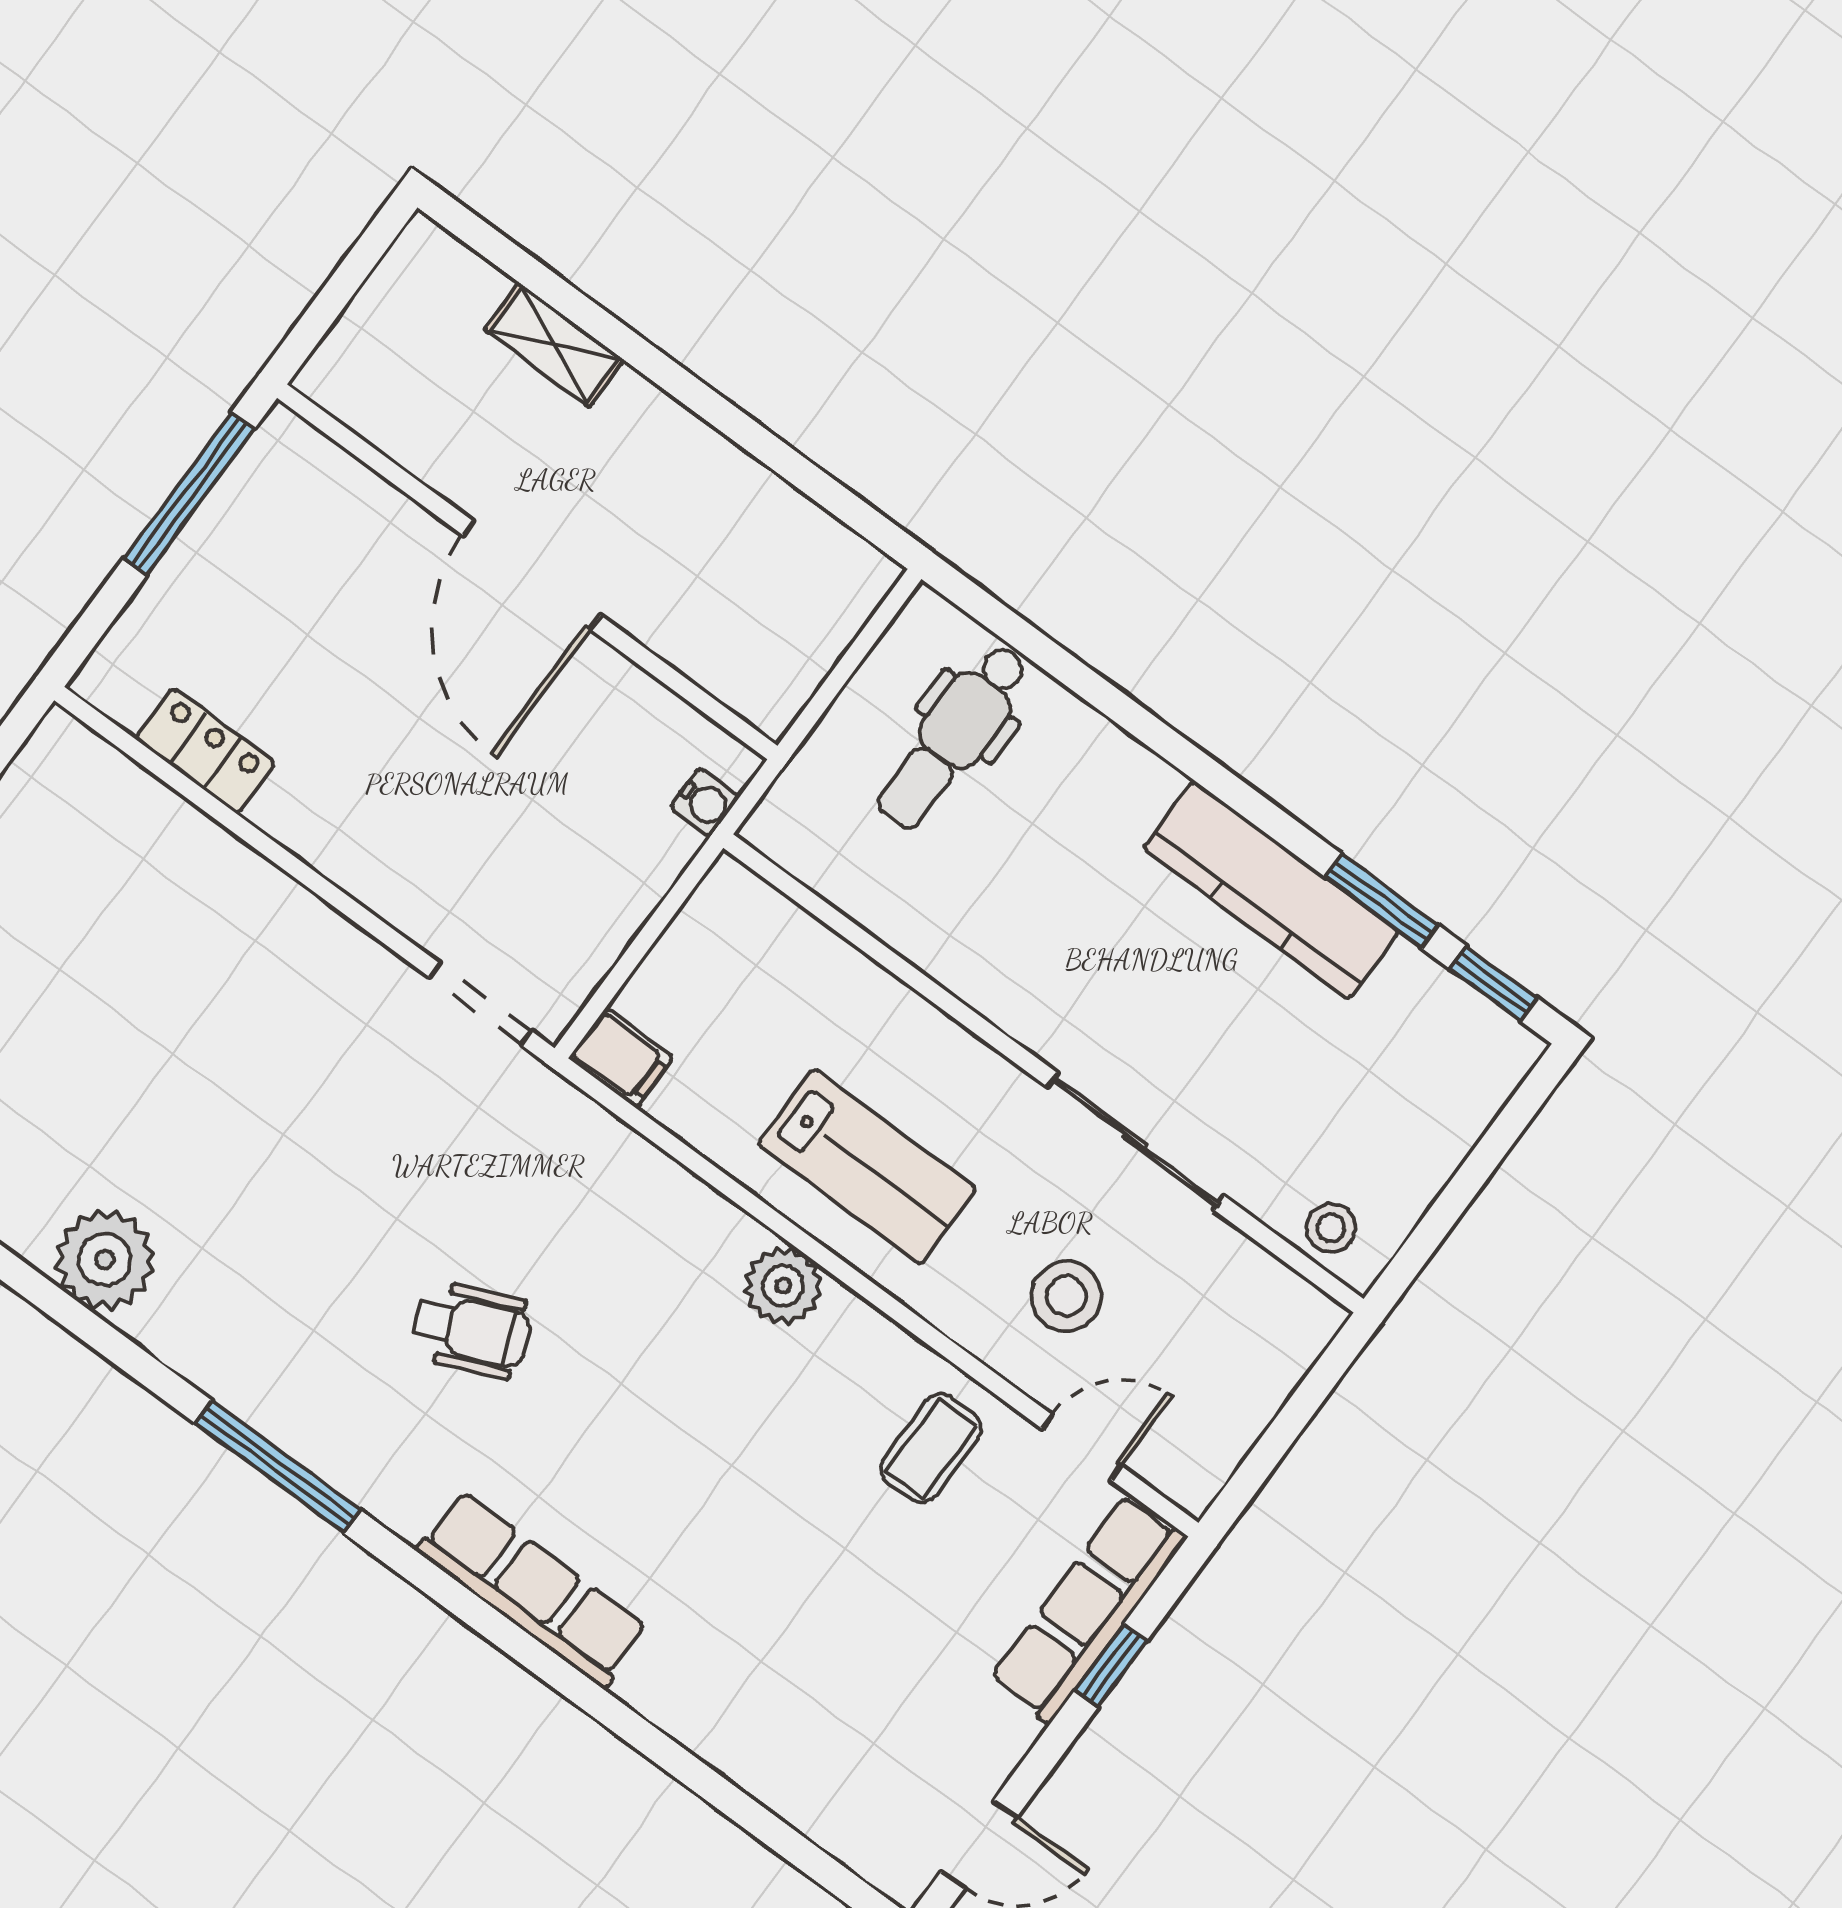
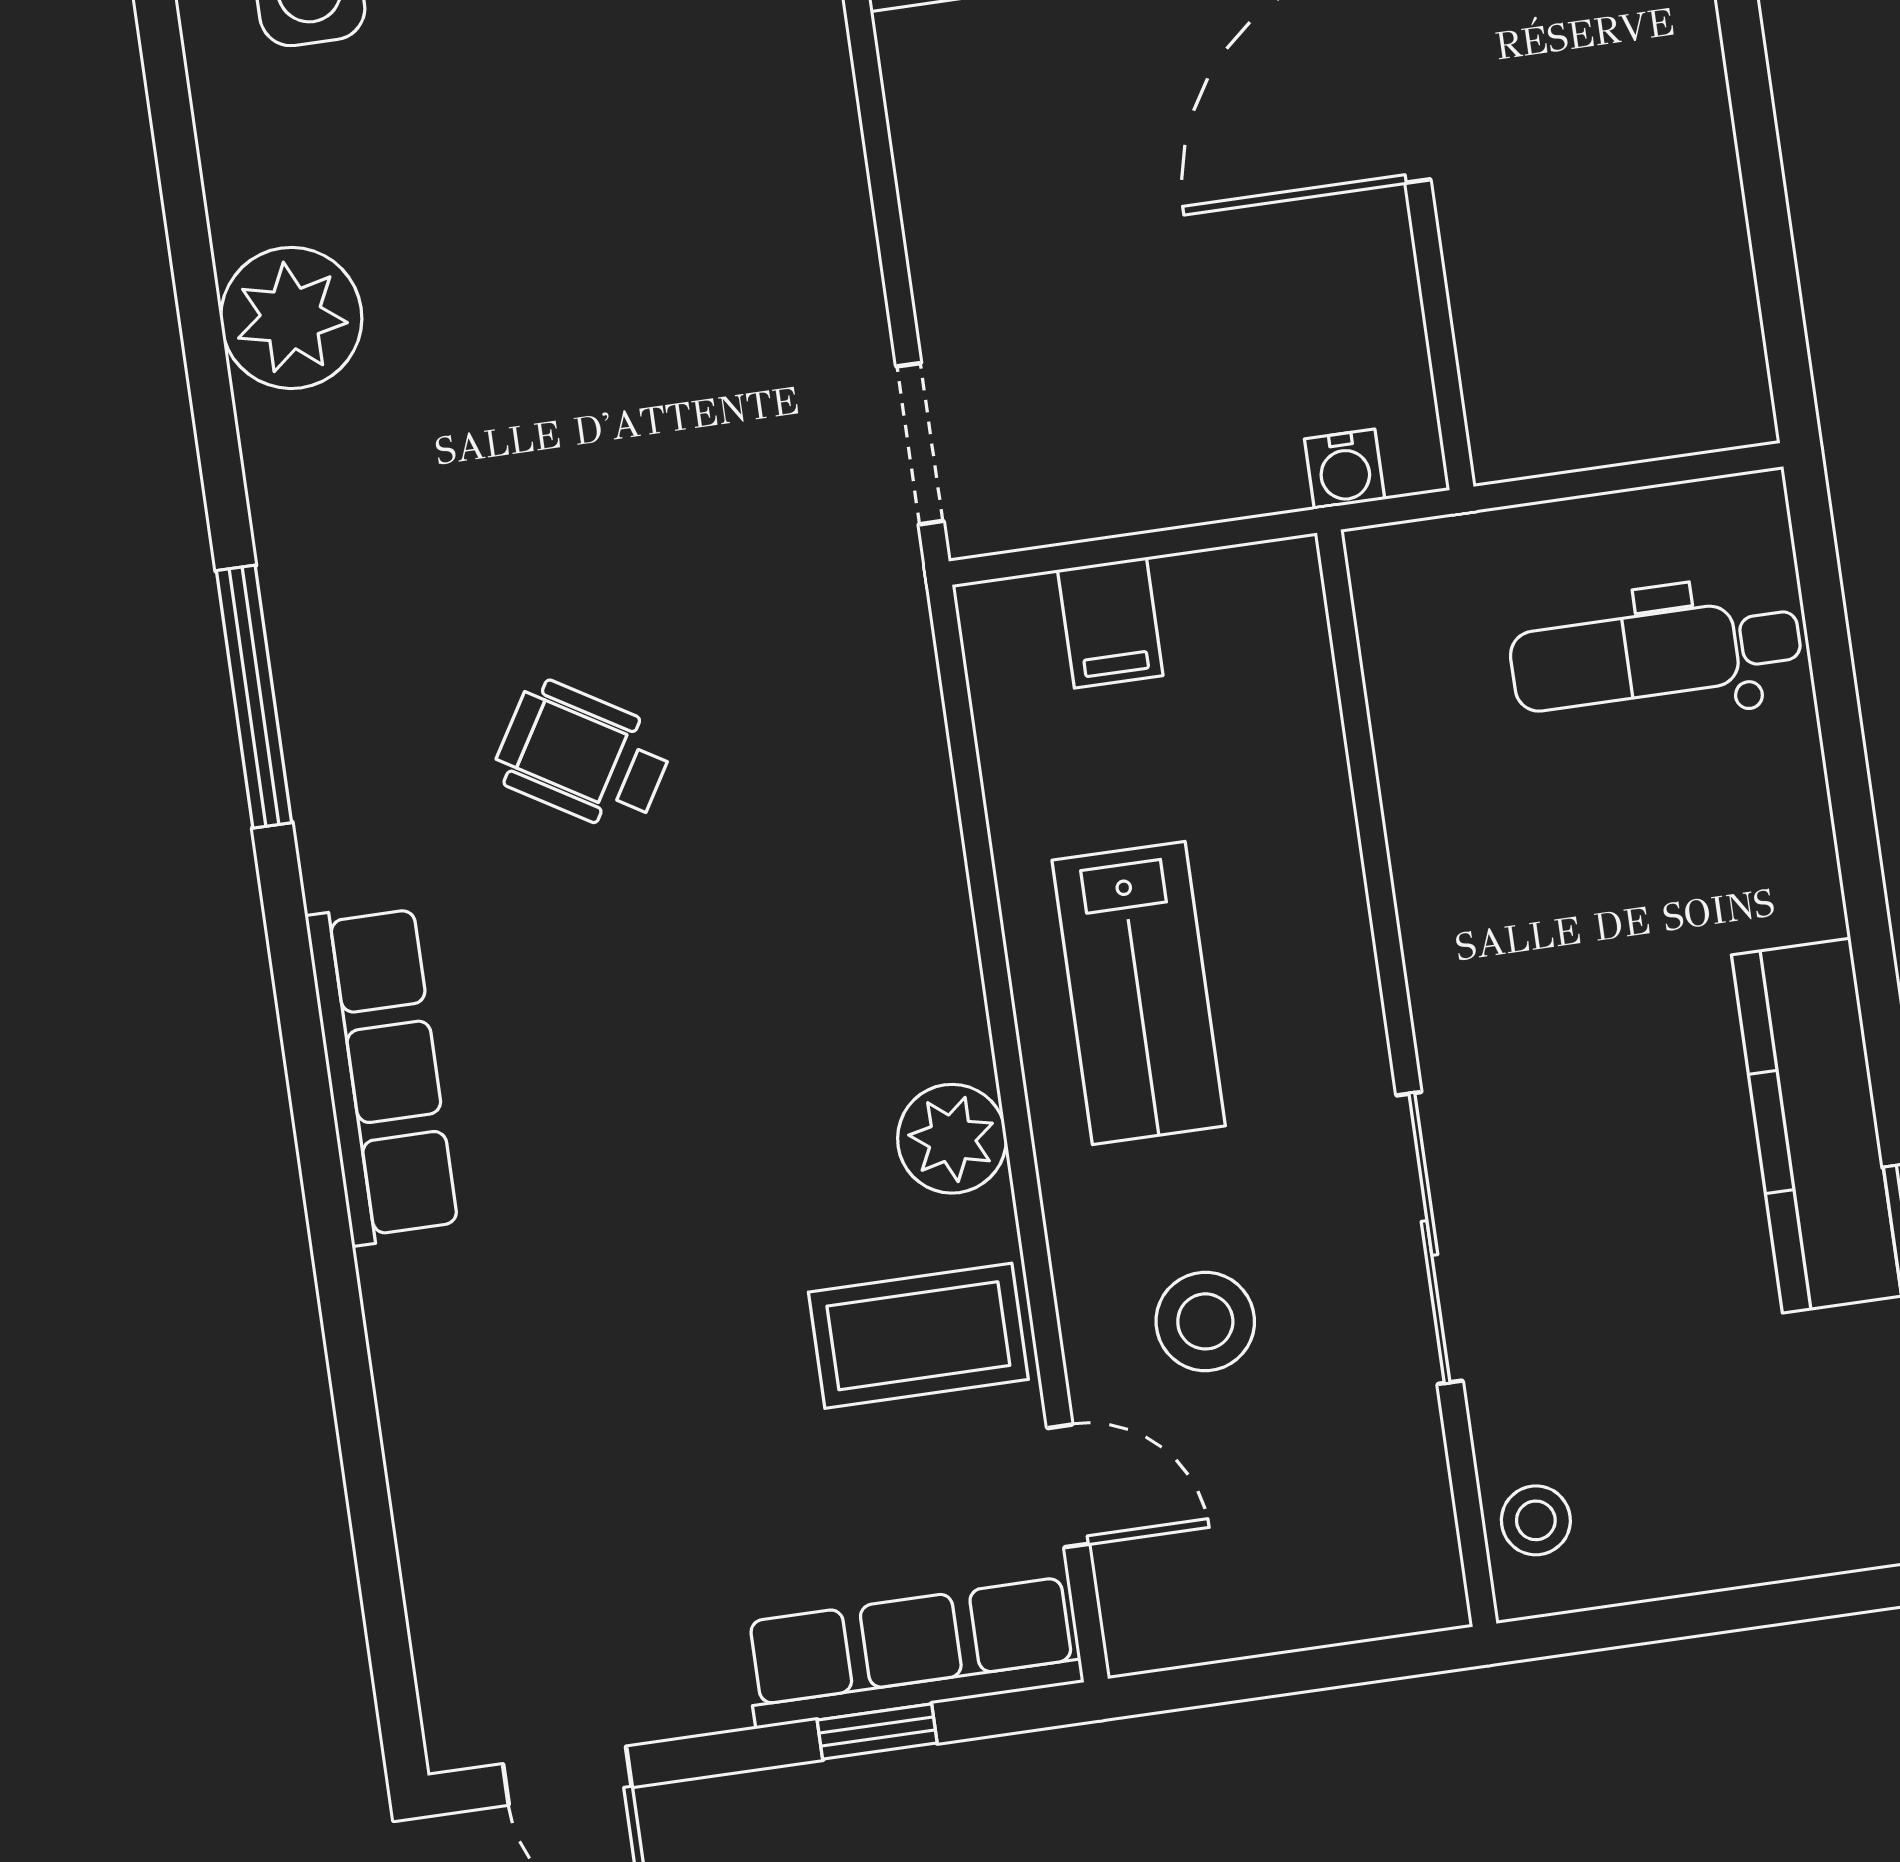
filing cabinet: (621, 1058) -> (1110, 623), moved
plant: (783, 1286) -> (952, 1139), moved
wheelchair: (472, 1330) -> (583, 756), turned 144
coffee table: (931, 1448) -> (918, 1336), width x1.36, depth x1.30

